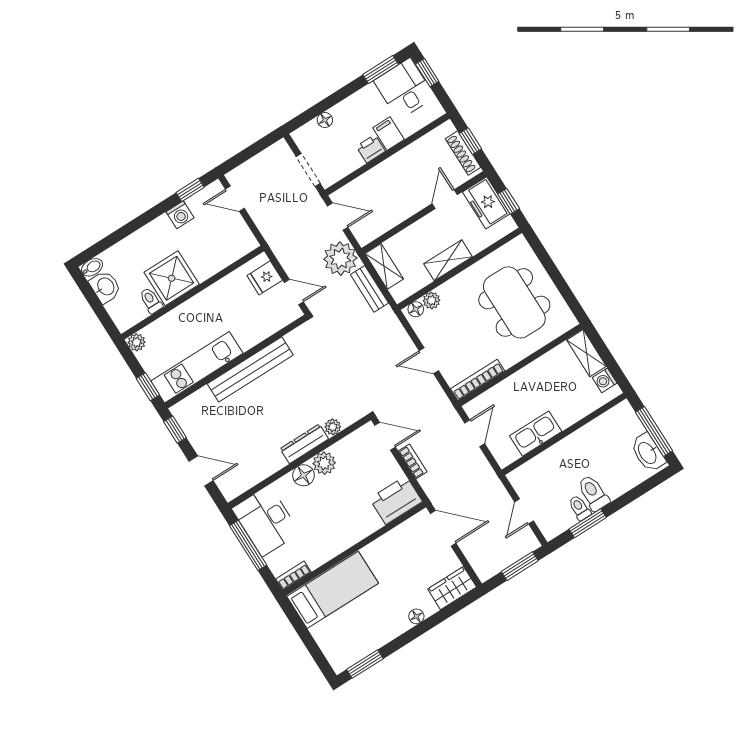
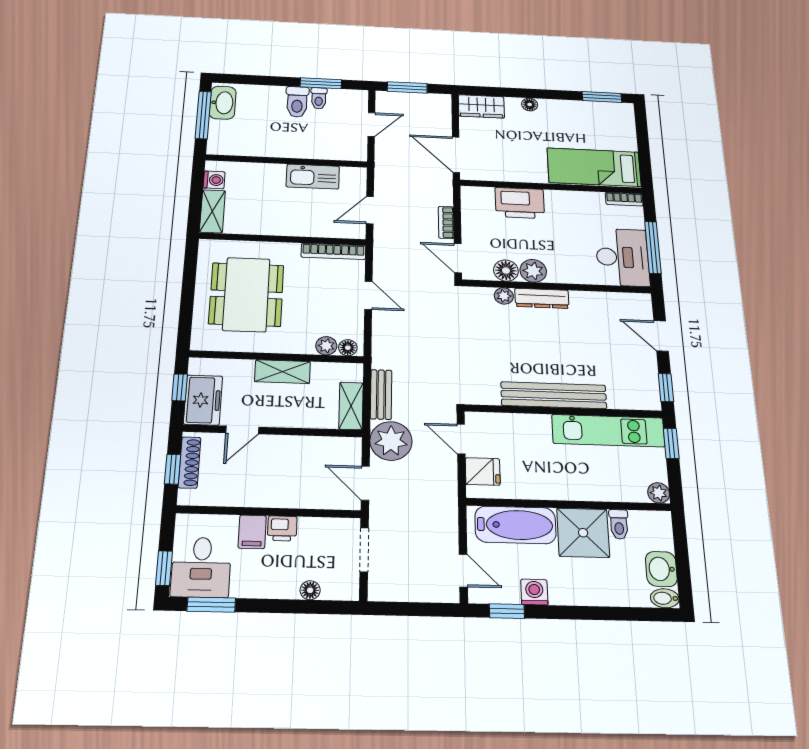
bathtub: (220, 254) -> (515, 525), added
floor lamp: (304, 475) -> (506, 271), moved
printer: (396, 500) -> (520, 203), moved

